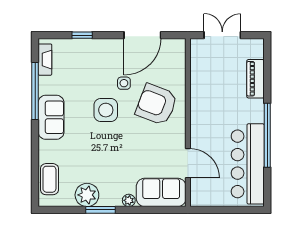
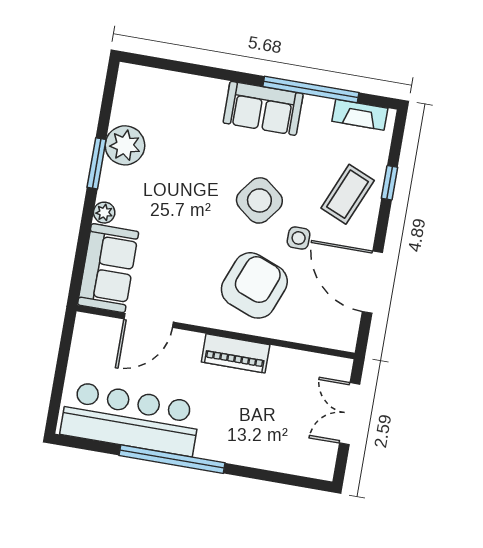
double door: (222, 35) -> (350, 414), swing flipped
piano: (255, 79) -> (236, 353), moved, turned 180
side table: (106, 110) -> (259, 200), turned 38
coffee table: (49, 179) -> (348, 194), moved, turned -67

